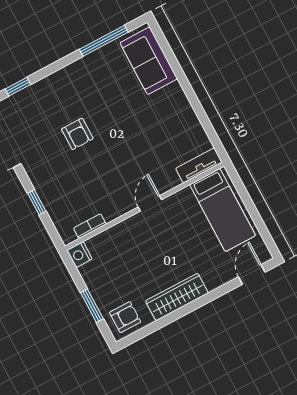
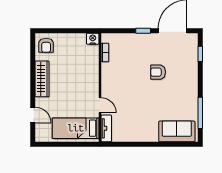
window: (37, 202) -> (143, 31), moved
door: (150, 203) -> (100, 105), moved
door: (252, 274) -> (33, 115), moved
window: (92, 306) -> (62, 31), removed

